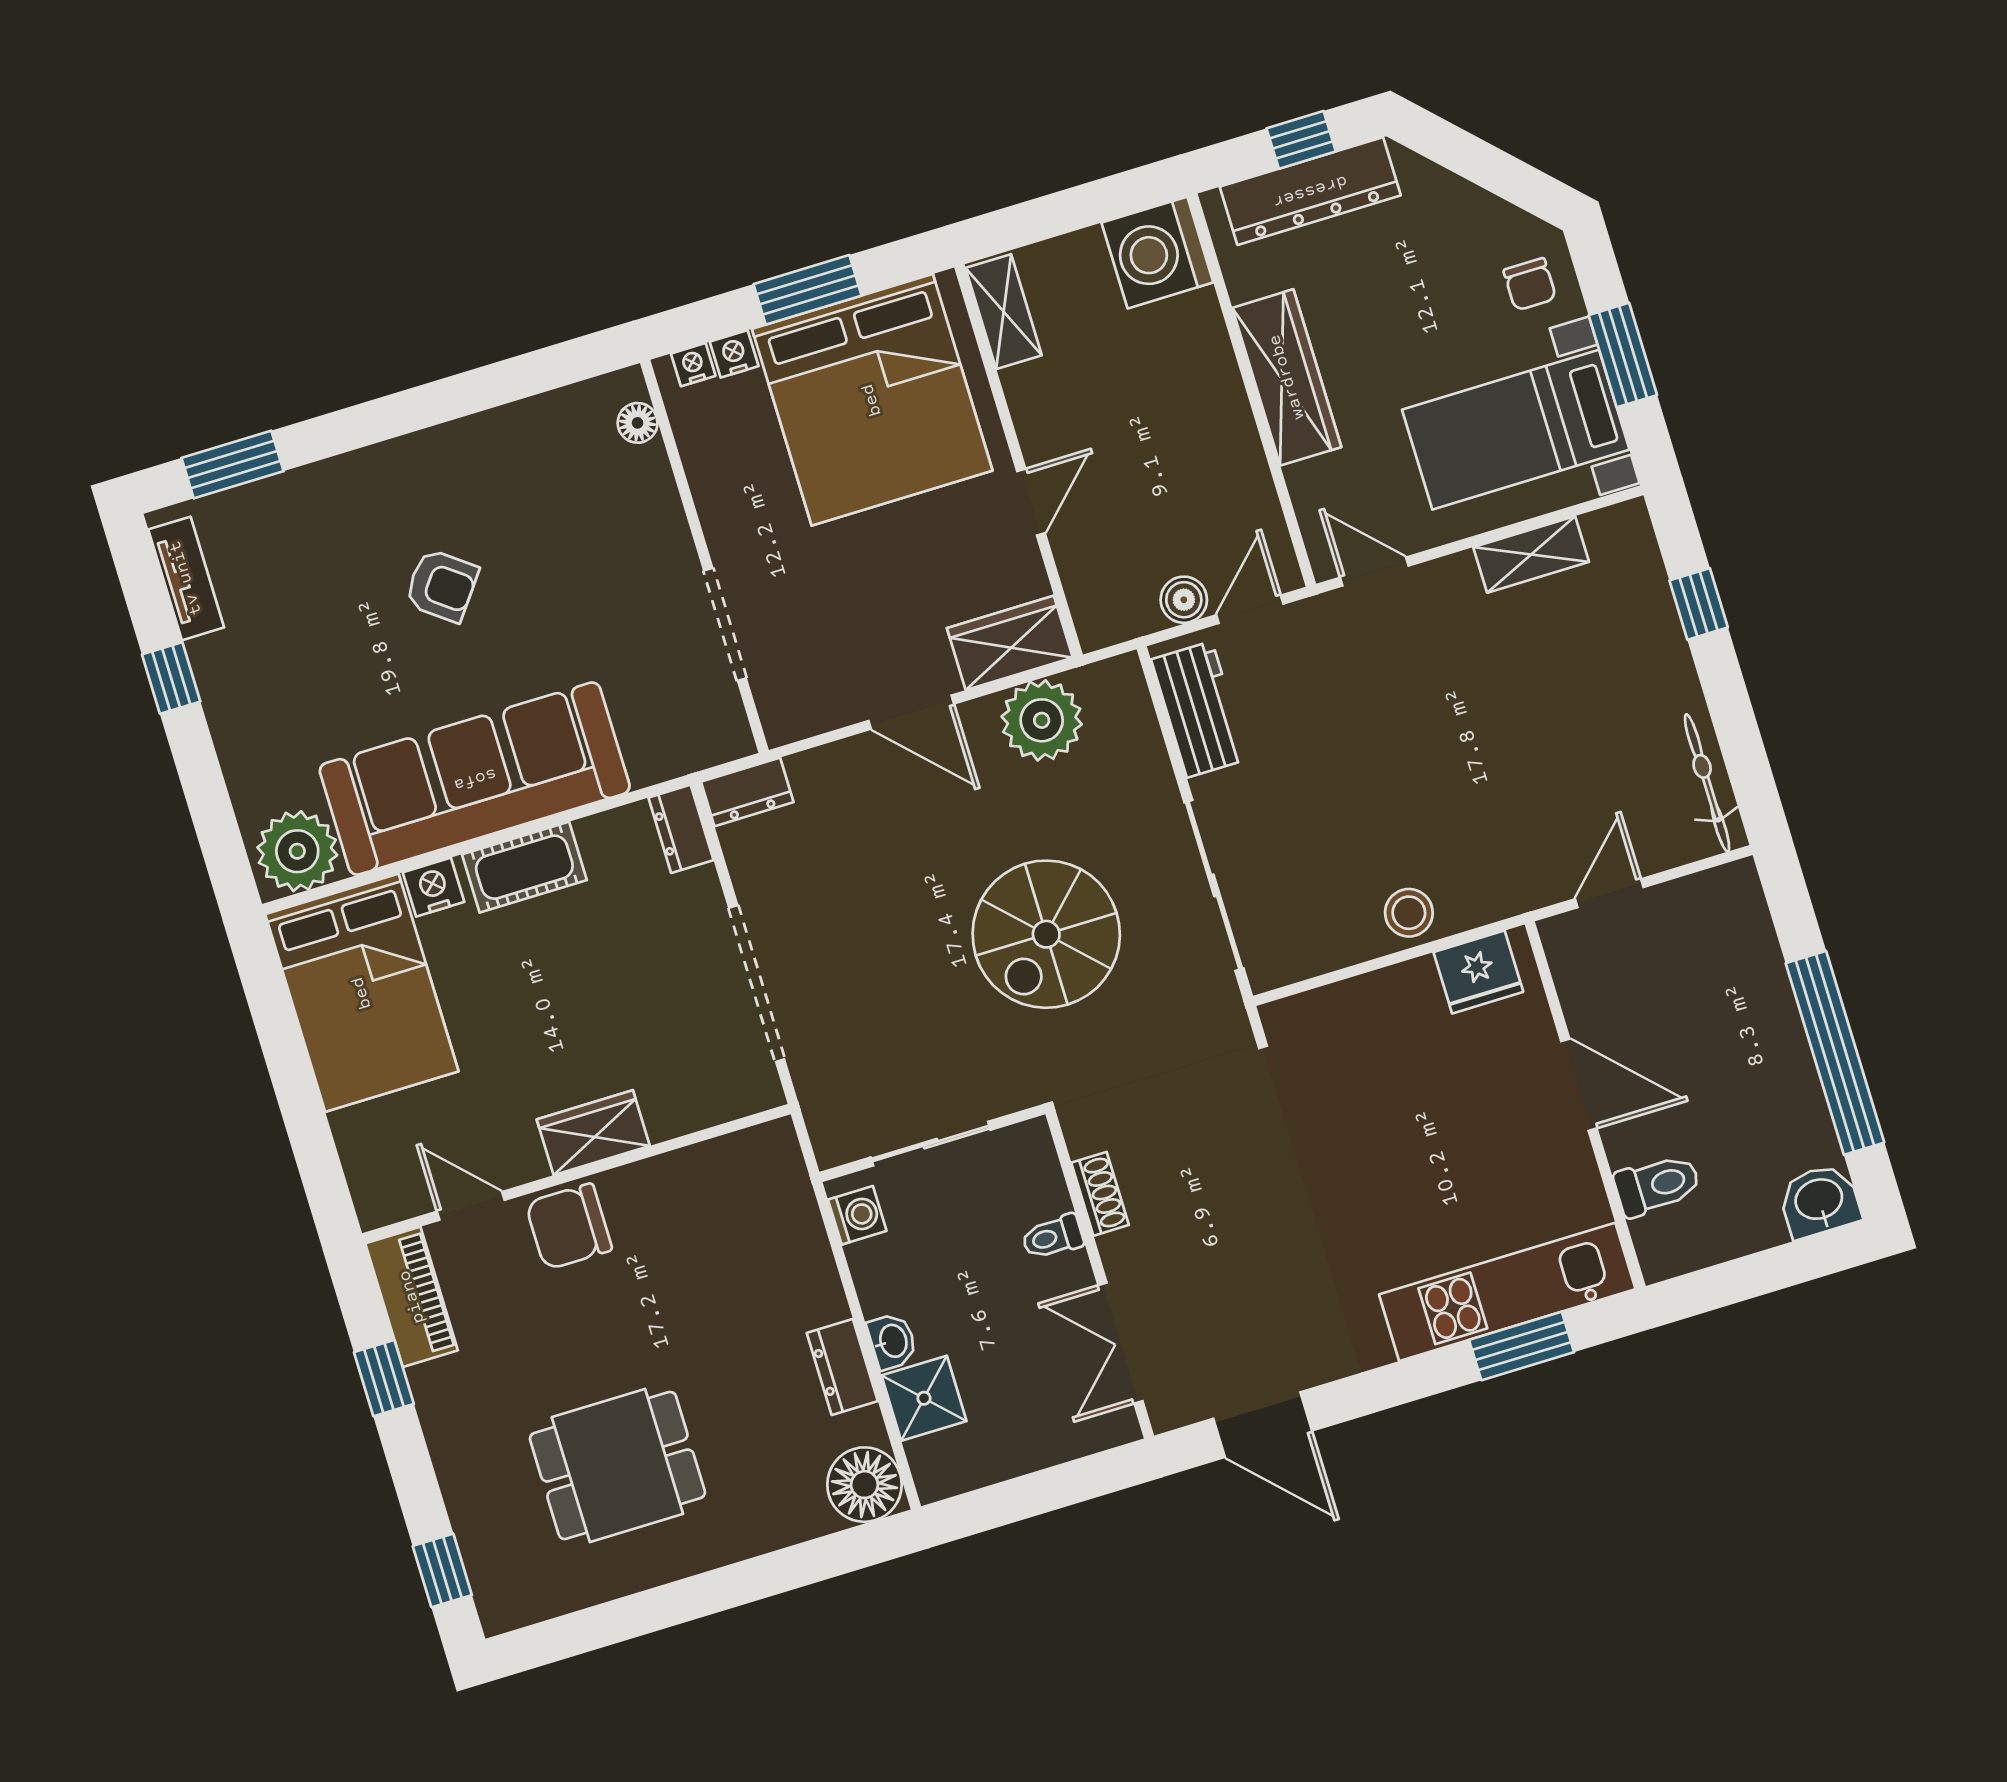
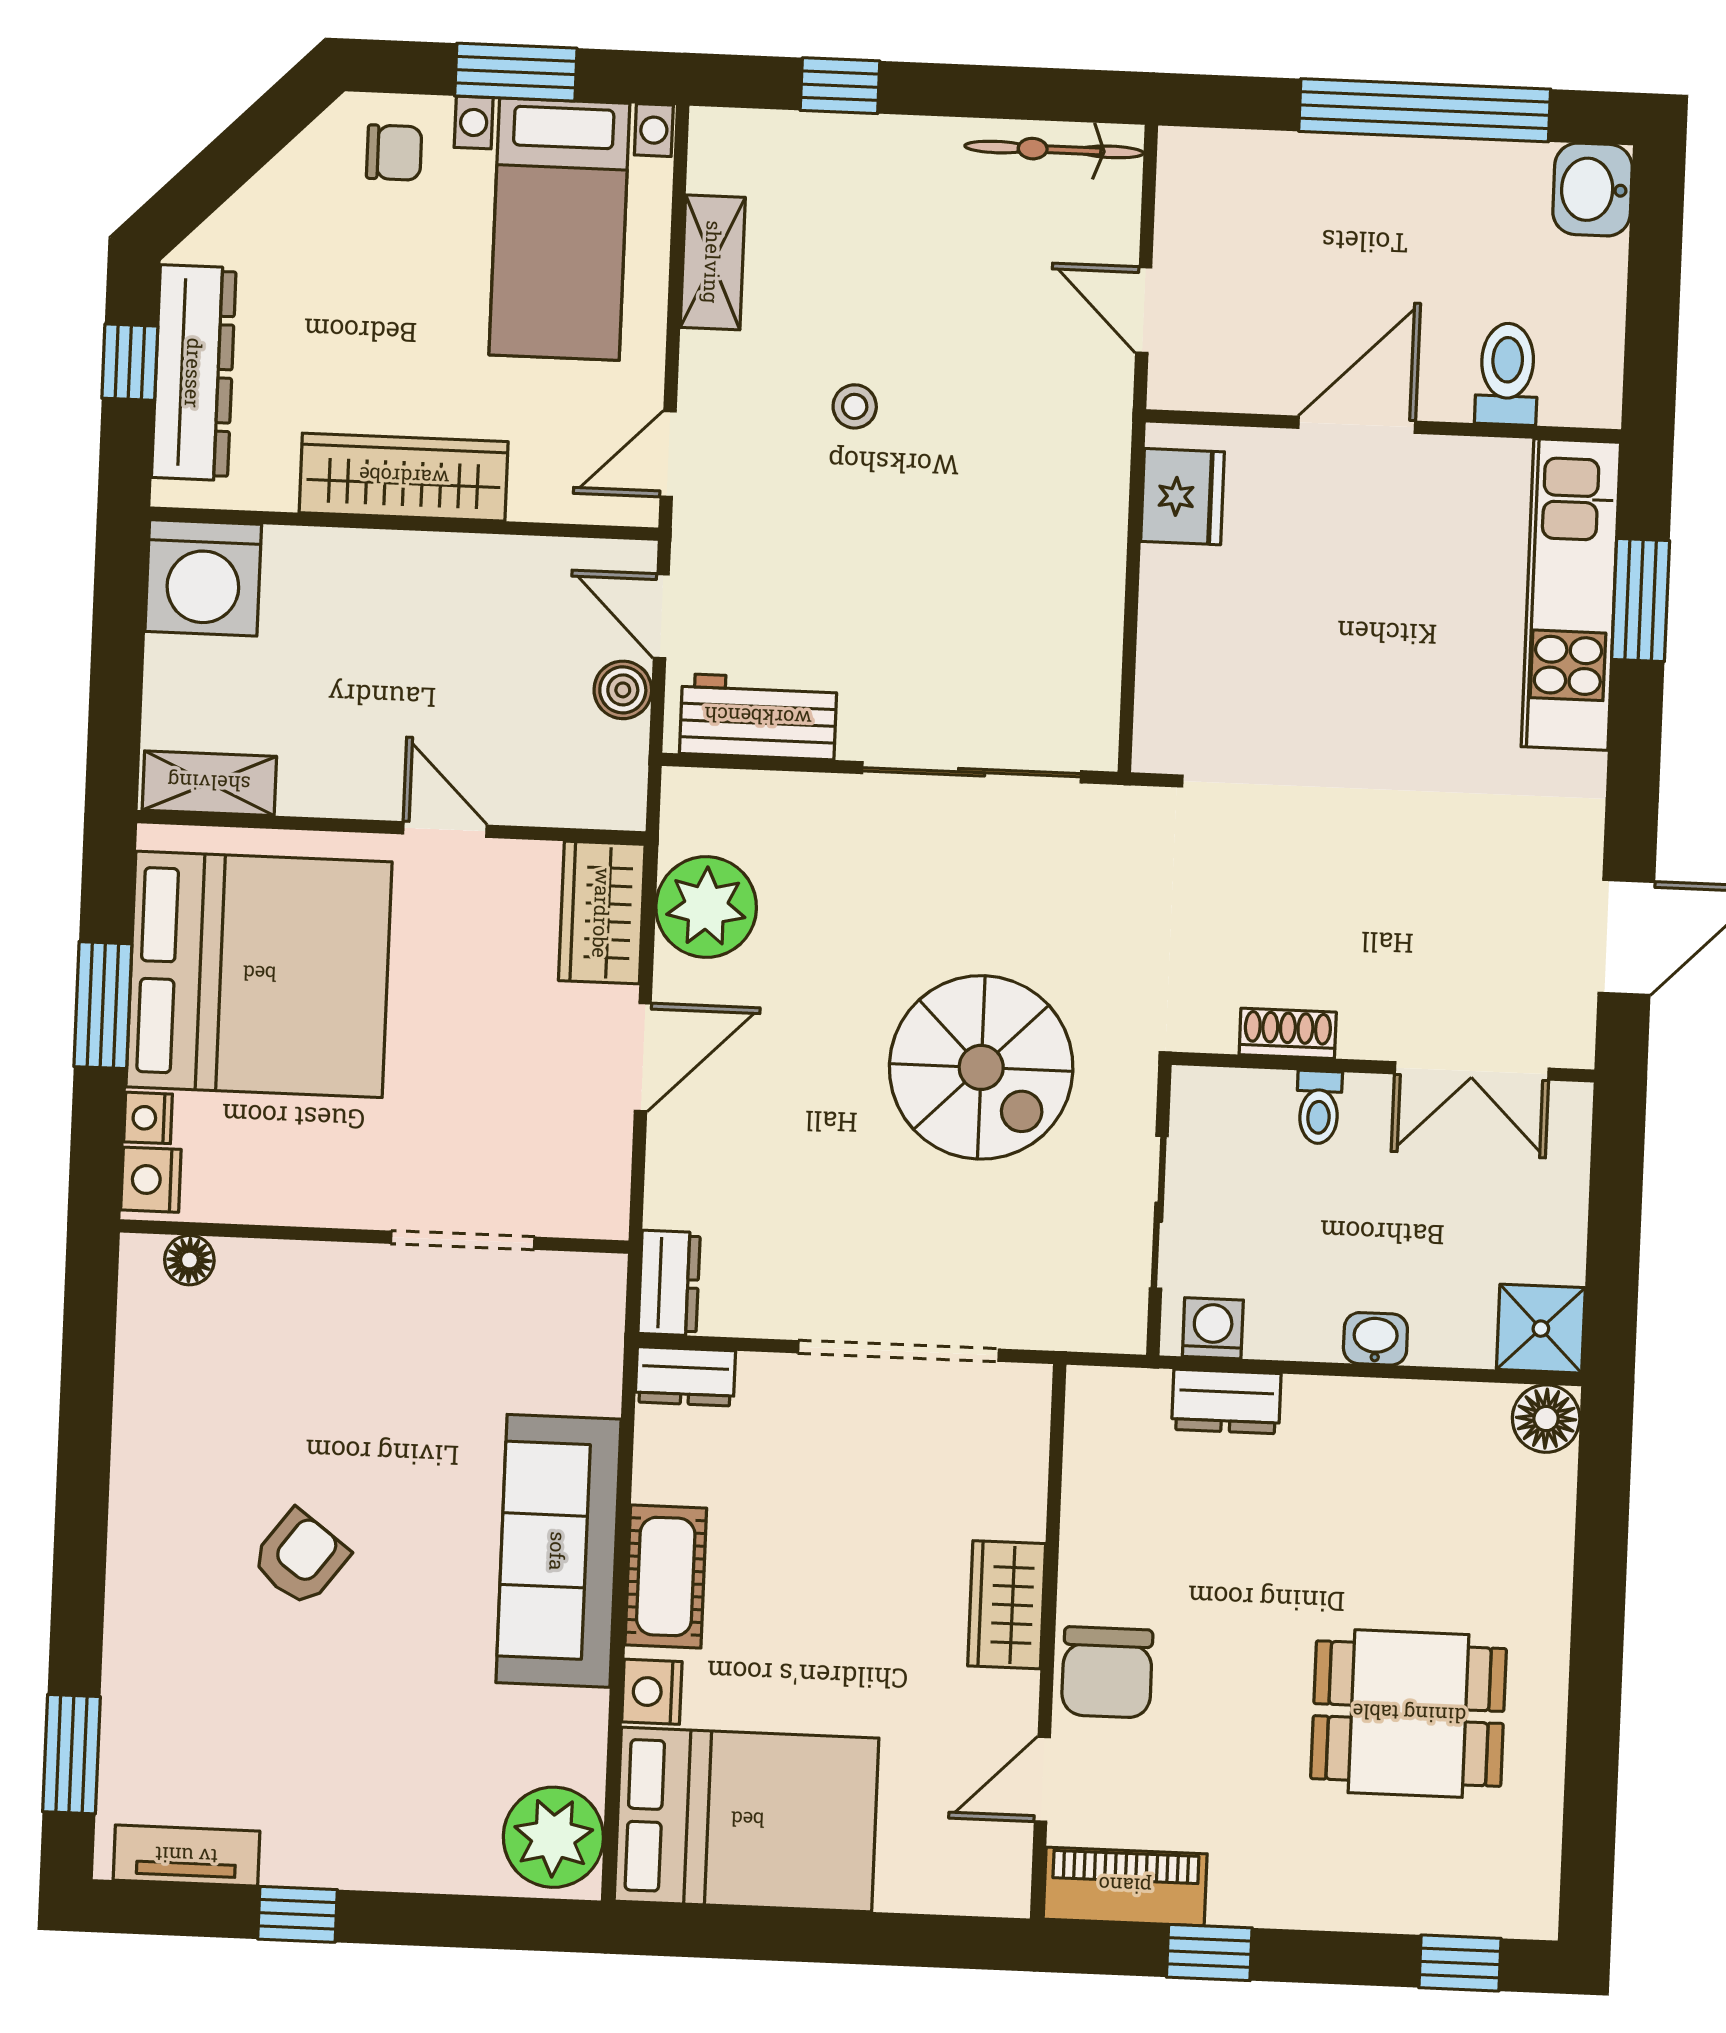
nightstand: (693, 365) -> (151, 1180), width x1.39, depth x1.35
sofa: (475, 779) -> (558, 1551), width x0.74, depth x0.79
stool: (1409, 913) -> (855, 406), moved, width x0.73, depth x0.73
spiral stairs: (1046, 934) -> (981, 1067), moved
dresser: (842, 1367) -> (1226, 1402), moved
shower: (924, 1398) -> (1541, 1329), moved
dining table: (617, 1465) -> (1409, 1714), turned 90
floor lamp: (864, 1485) -> (1546, 1419), width x0.73, depth x0.73

